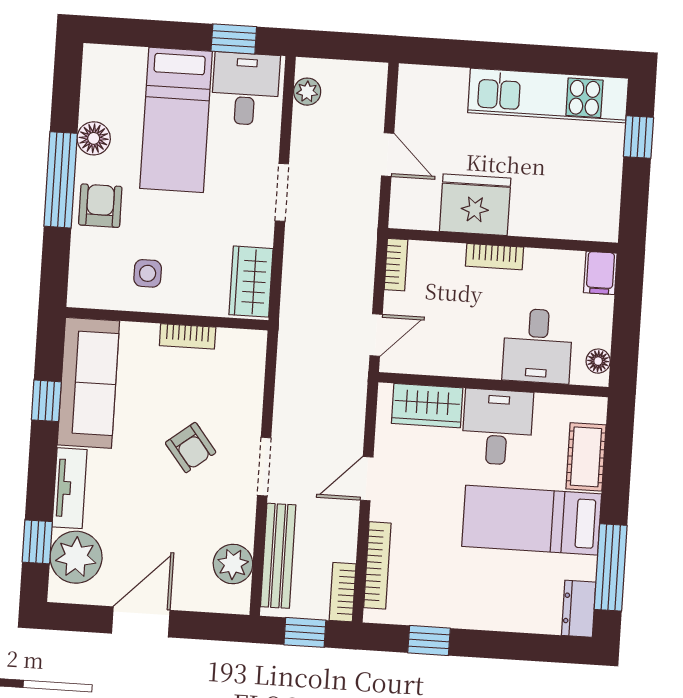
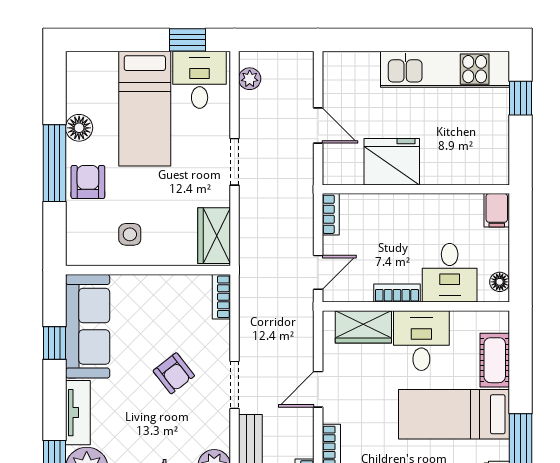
bookcase: (494, 257) -> (397, 293), moved, turned 180
bookcase: (188, 336) -> (221, 297), moved, turned 90

